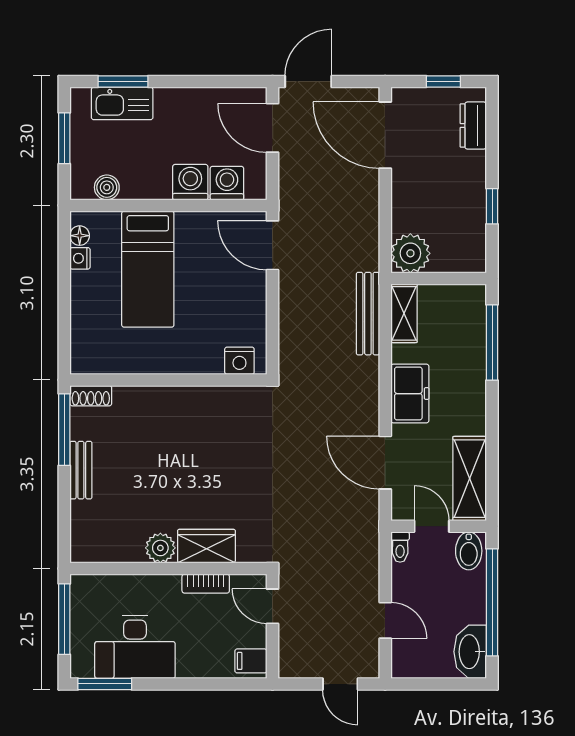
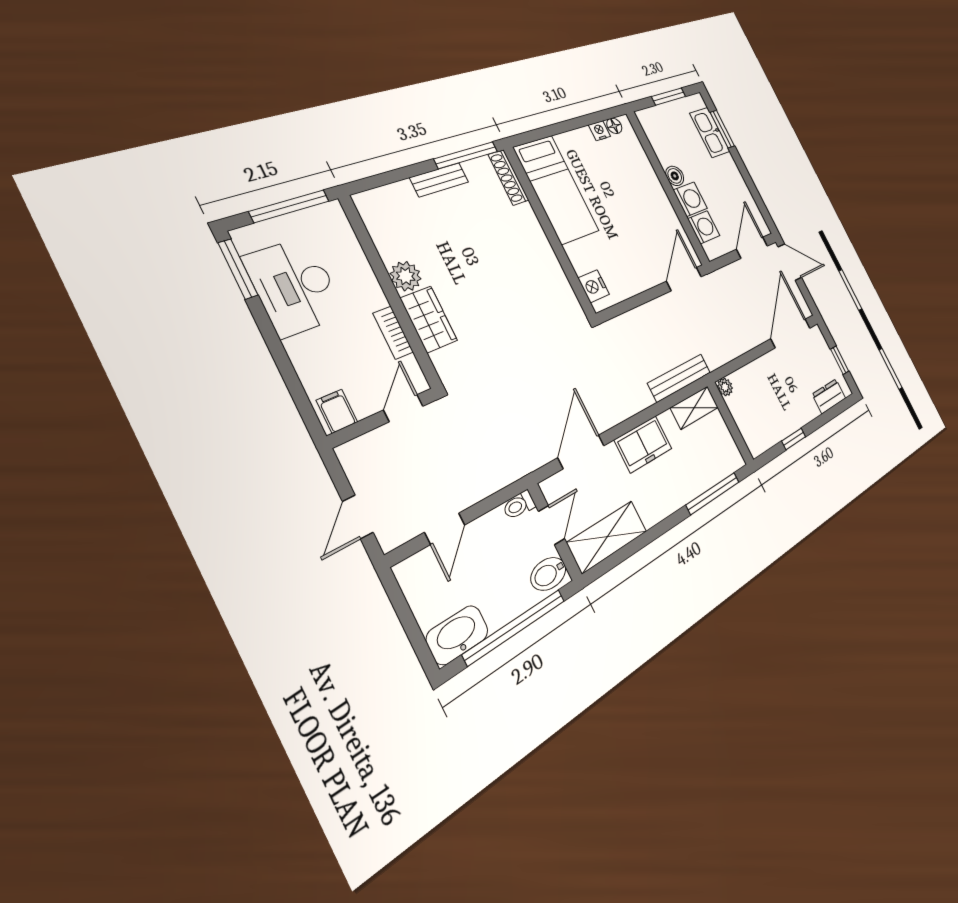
boiler: (107, 187) -> (675, 176), moved
plant: (410, 253) -> (725, 387), width x0.53, depth x0.53
bed: (148, 269) -> (556, 189), moved, turned -90
shoe rack: (91, 396) -> (508, 177), width x1.43

